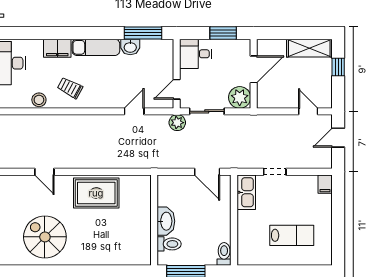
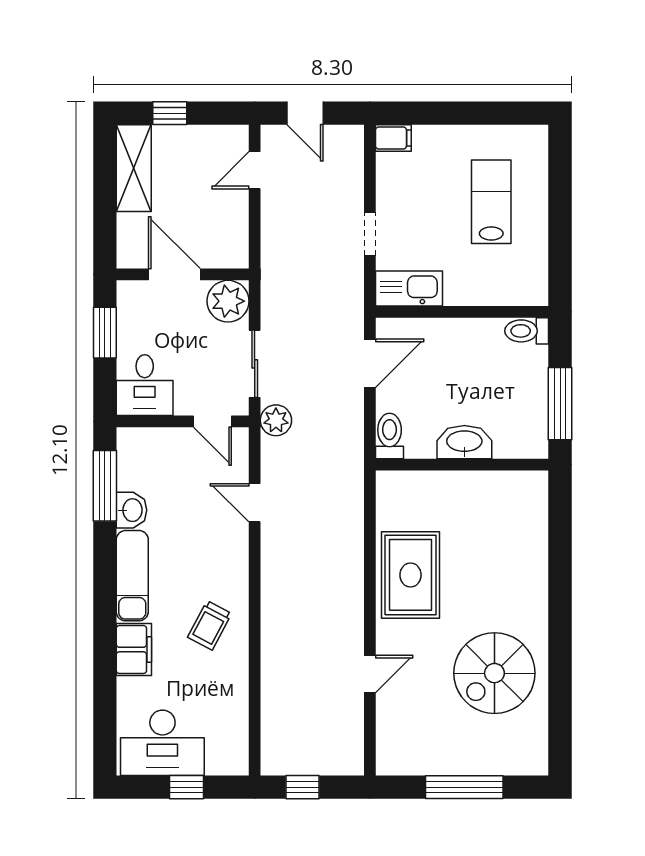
stool: (39, 100) -> (233, 684), removed
toilet: (169, 244) -> (390, 436), moved

